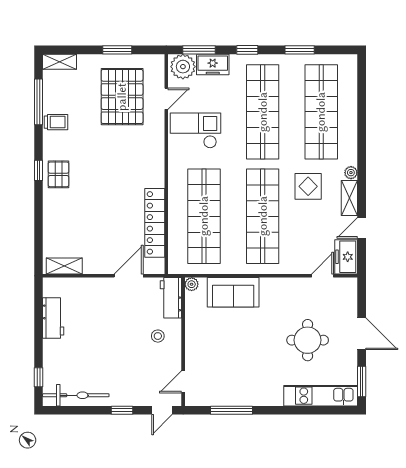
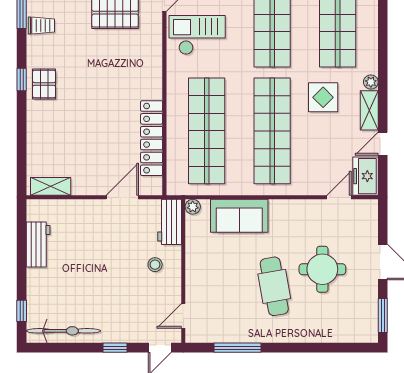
cafe table: (264, 355) -> (274, 286), added
kitchen unit: (321, 396) -> (337, 331), removed

